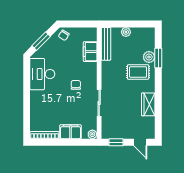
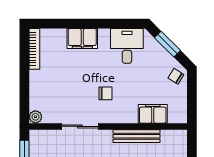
bench: (106, 44) -> (137, 136), moved
desk: (42, 74) -> (127, 46), width x0.73
filing cabinet: (70, 132) -> (82, 38), moved, turned 90

